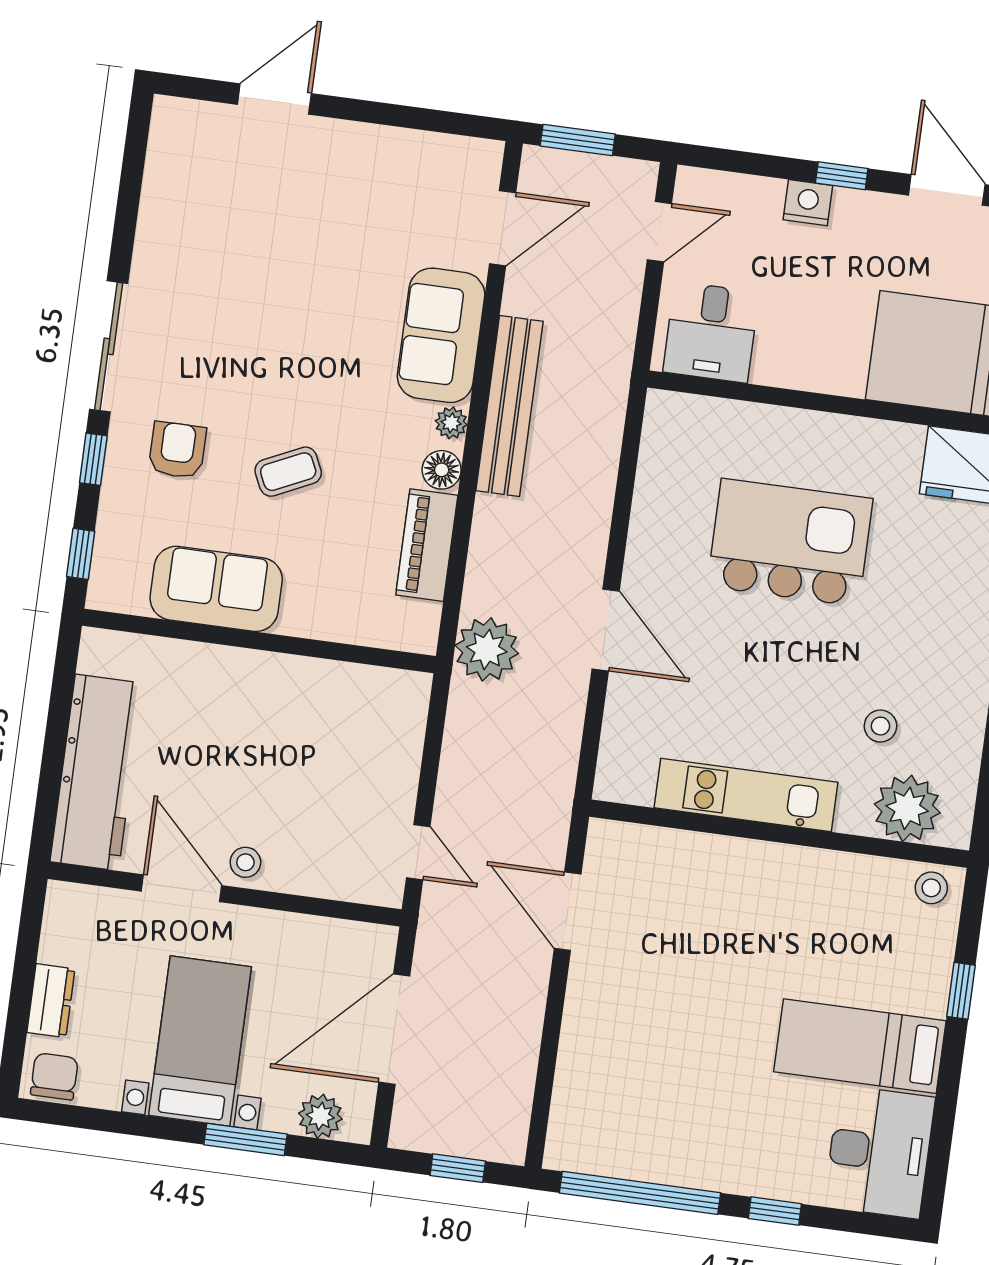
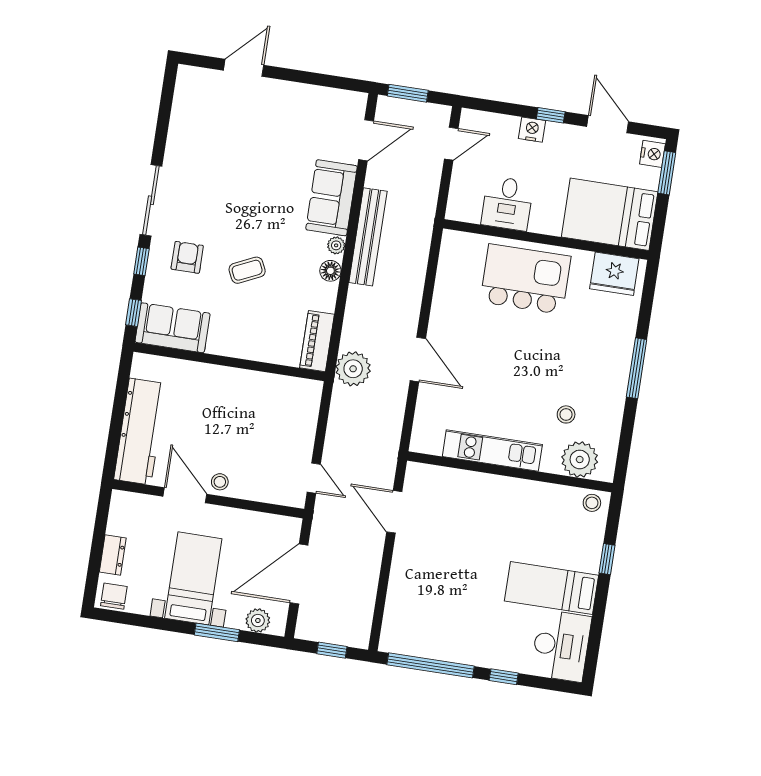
desk: (711, 332) -> (507, 203), moved
kitchen island: (790, 542) -> (525, 279), moved
piano: (427, 545) -> (317, 341), moved
sofa: (216, 589) -> (173, 328), moved

